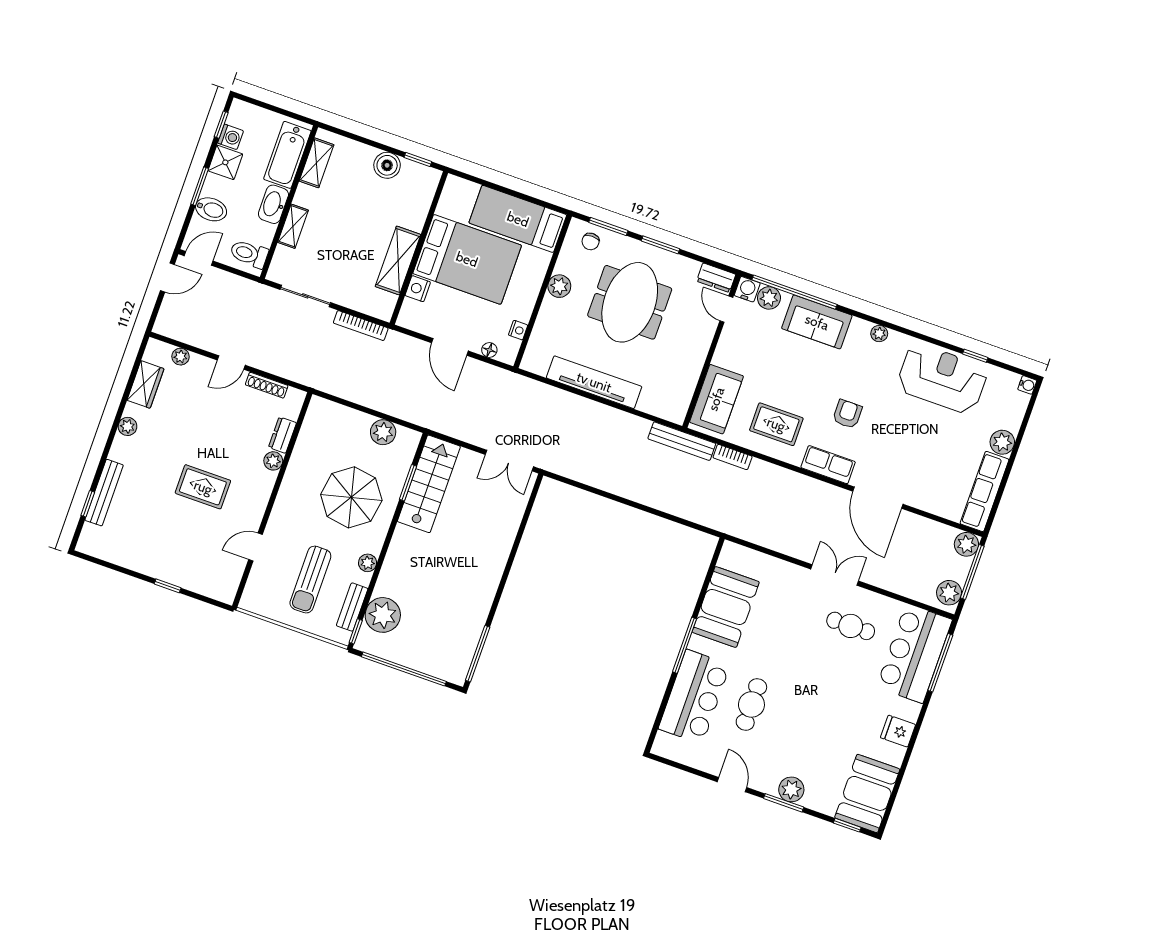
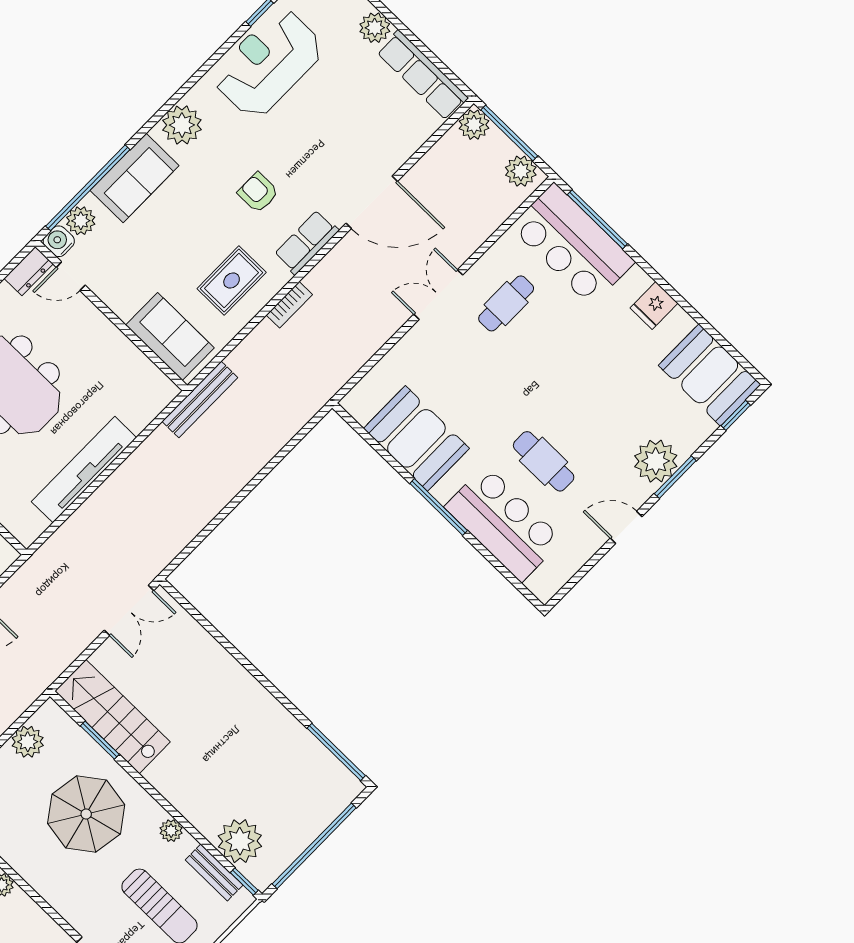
plant: (879, 334) -> (182, 125), width x1.88, depth x1.88
bookcase: (733, 457) -> (289, 305), moved
plant: (791, 789) -> (656, 461), width x1.36, depth x1.36

